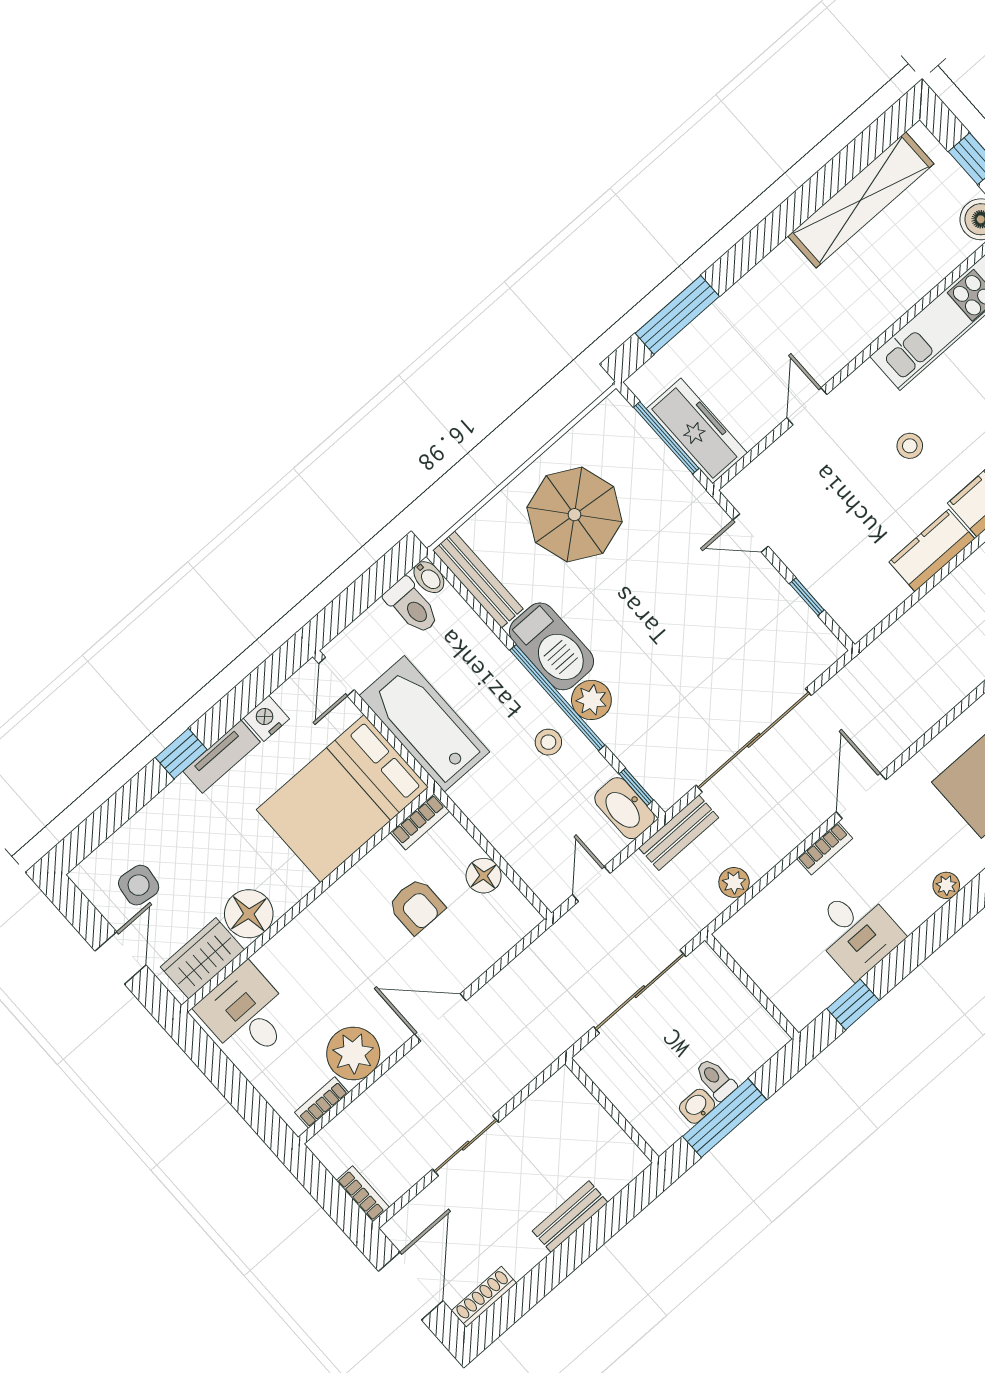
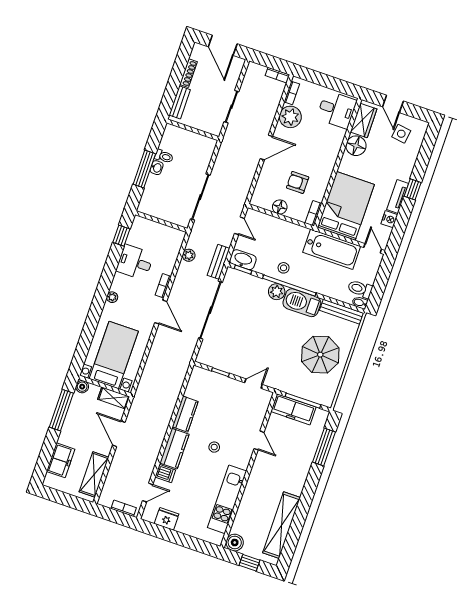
toilet: (715, 1079) -> (164, 156), moved
wall: (612, 1110) -> (193, 130), moved
bookcase: (363, 1194) -> (277, 75), moved
shoe rack: (484, 1297) -> (188, 73), moved

